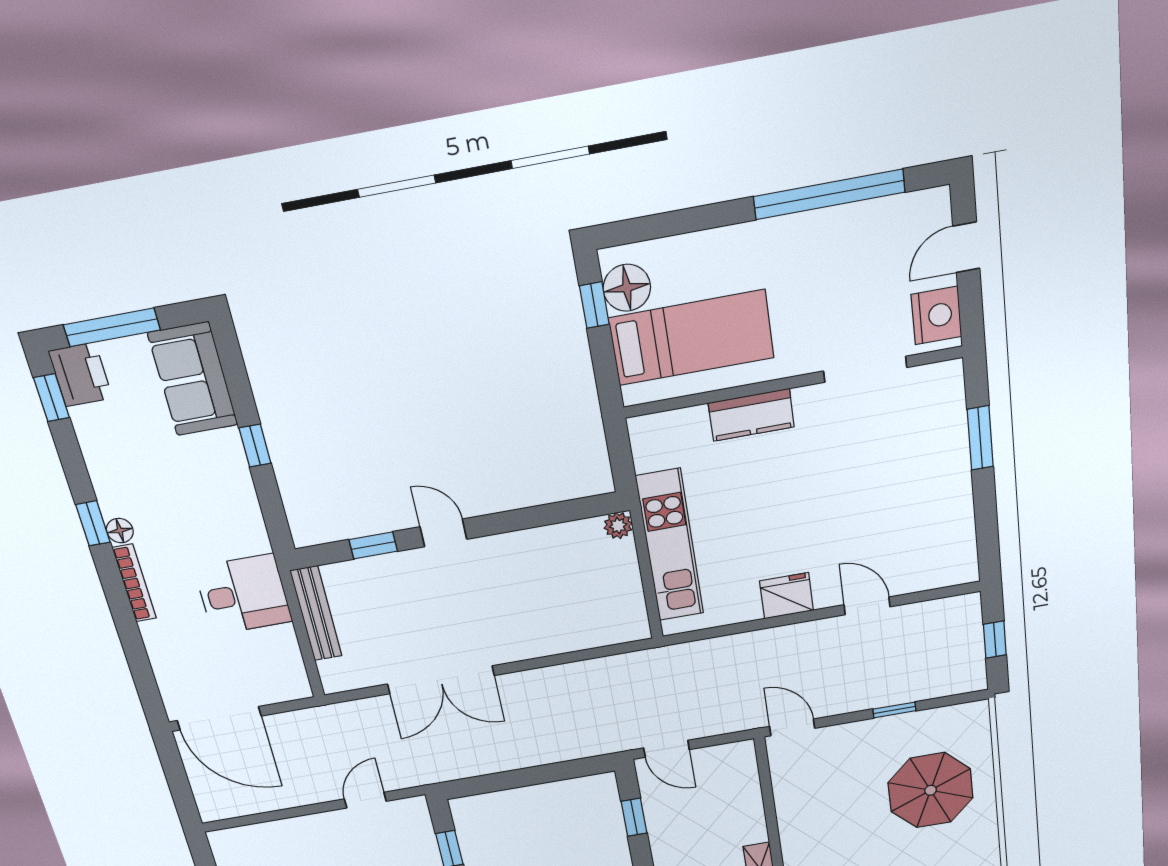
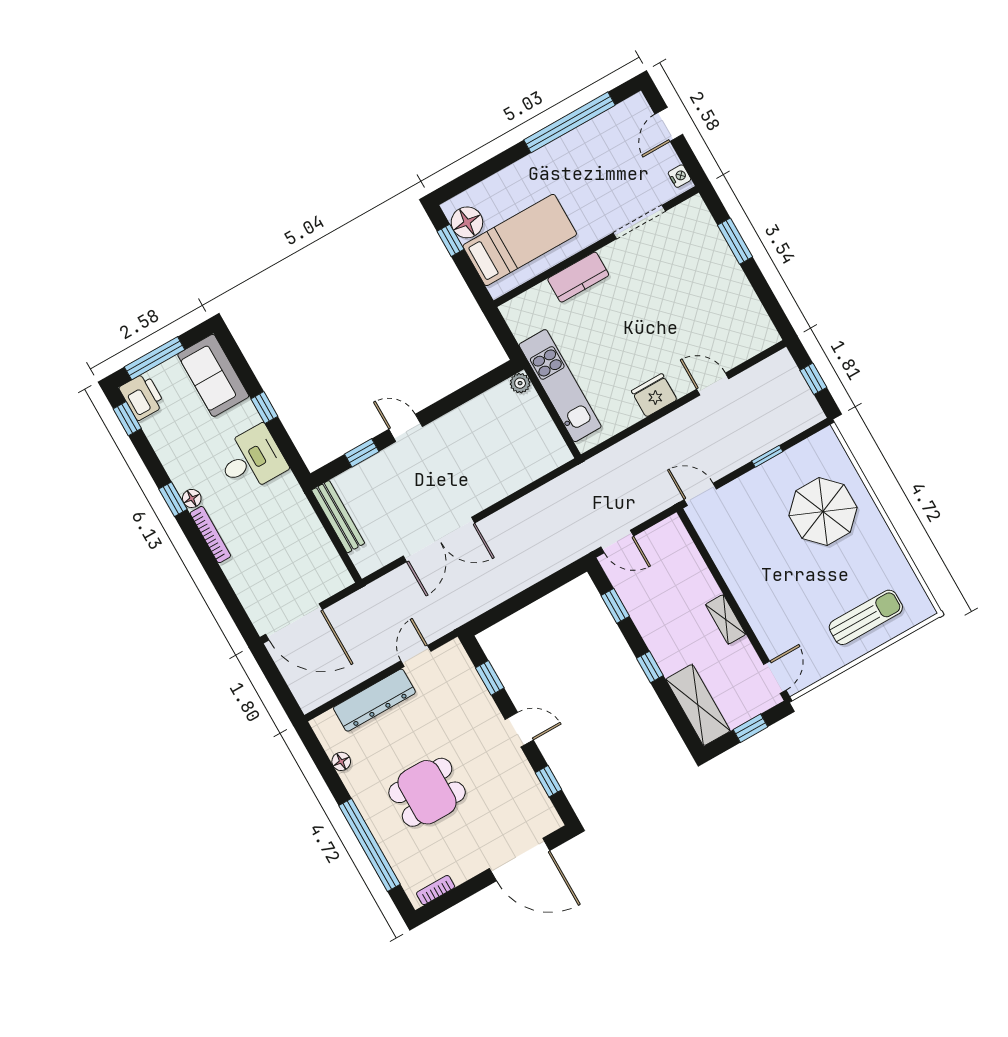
nightstand: (936, 316) -> (680, 176), width x0.53, depth x0.56
desk: (243, 594) -> (252, 459), moved
dresser: (297, 832) -> (374, 700), added

